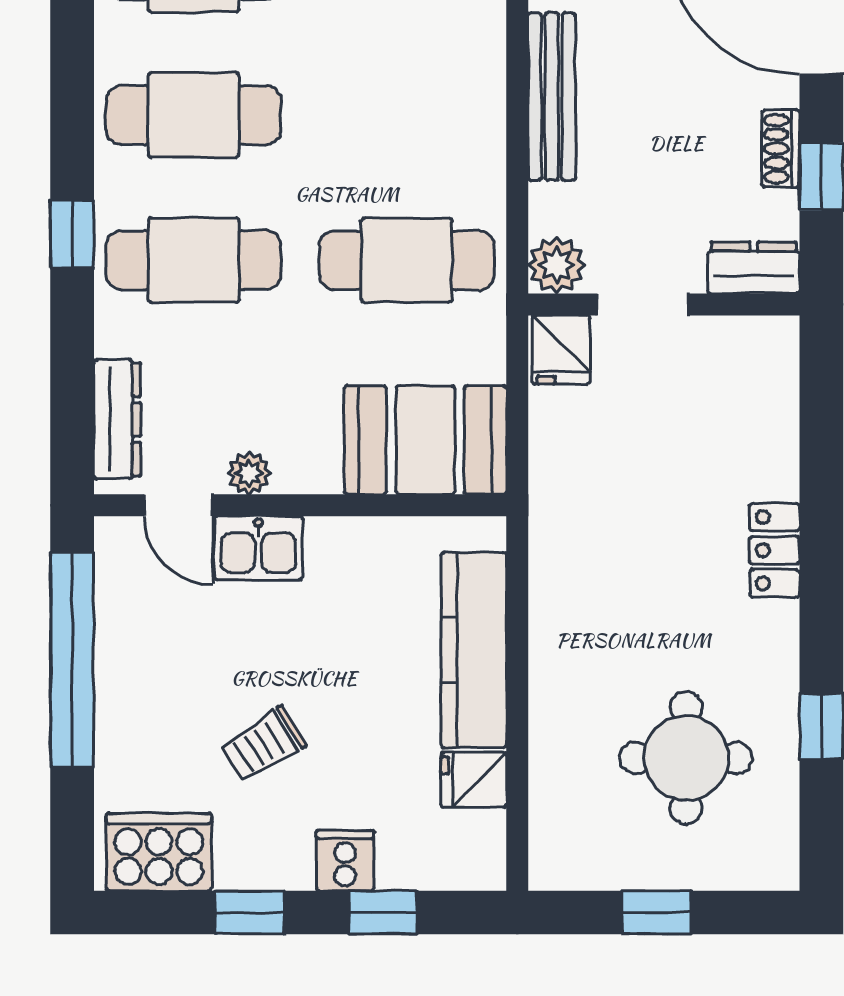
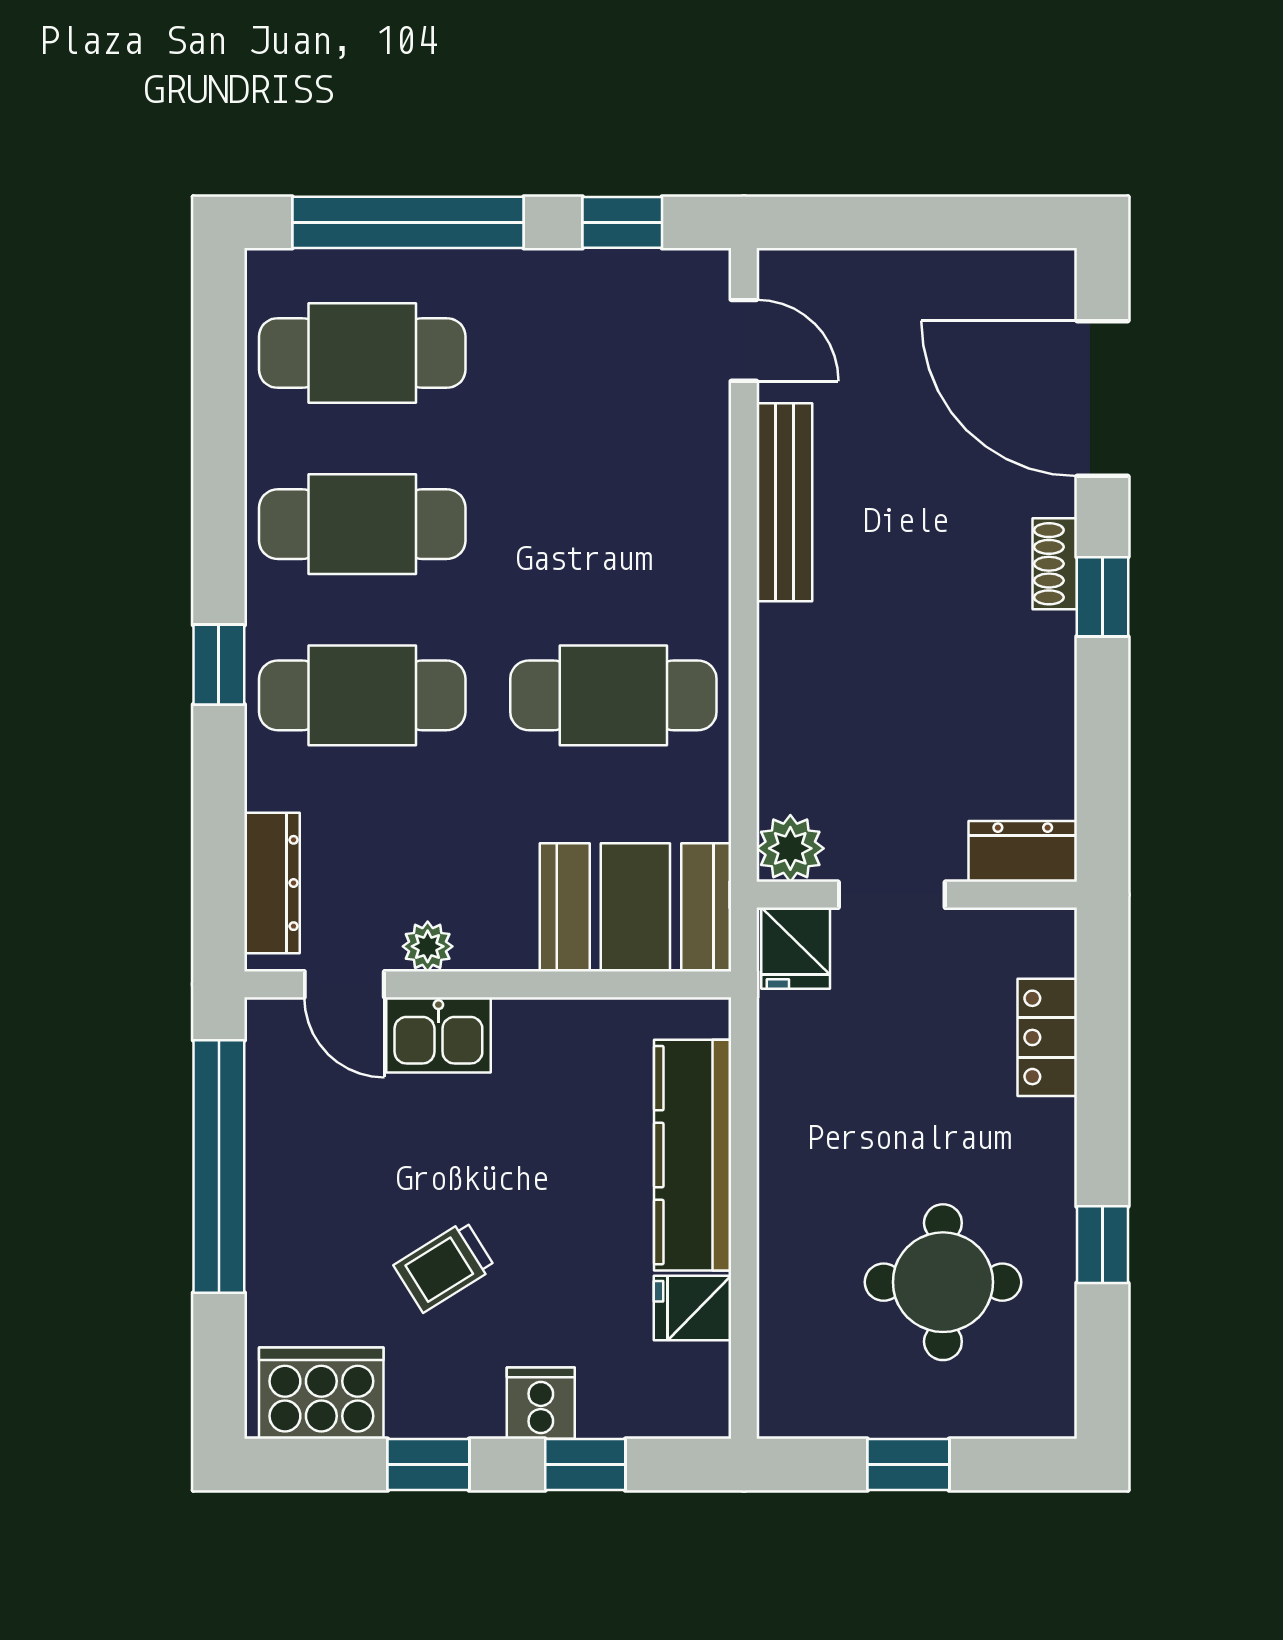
plant: (557, 265) -> (790, 848), moved
dresser: (754, 268) -> (1023, 851), moved
doorway: (643, 304) -> (892, 895), moved
wall: (664, 304) -> (917, 895), moved
fridge: (561, 350) -> (796, 948), moved

